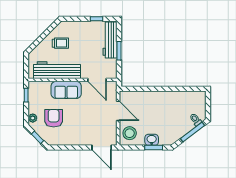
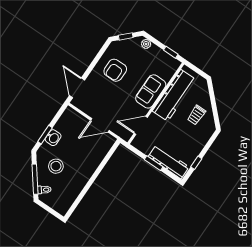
armchair: (54, 118) -> (115, 70), moved, turned 90
stool: (130, 133) -> (56, 166), moved
door: (102, 148) -> (77, 88), hinge flipped

